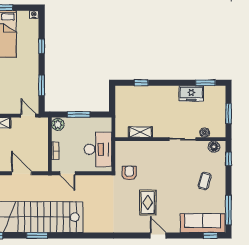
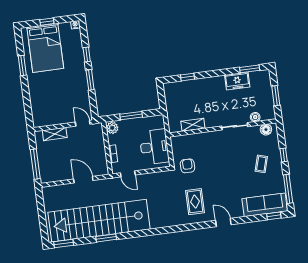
window: (42, 85) -> (90, 80), moved
window: (228, 159) -> (284, 155), moved
rug: (148, 203) -> (195, 202), moved

